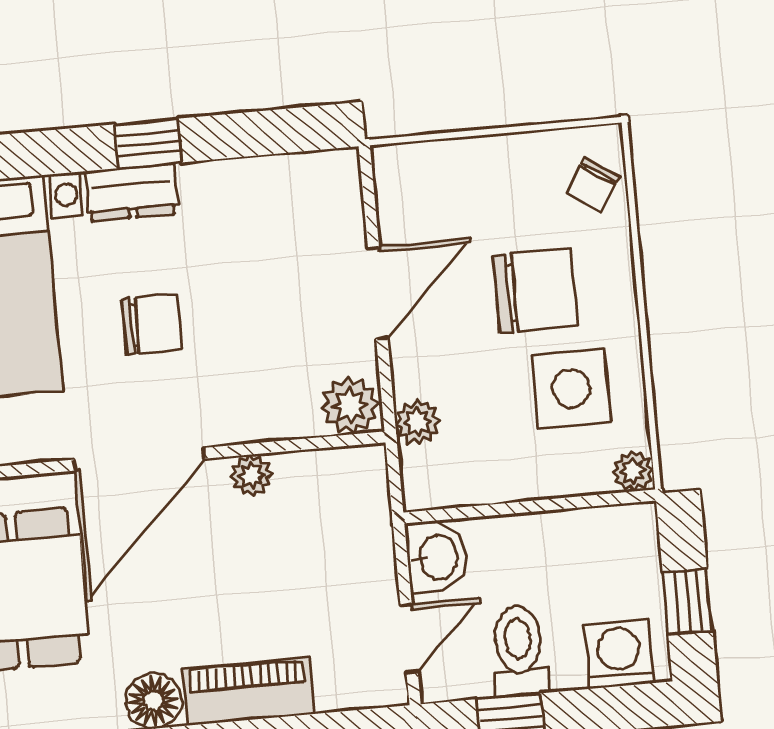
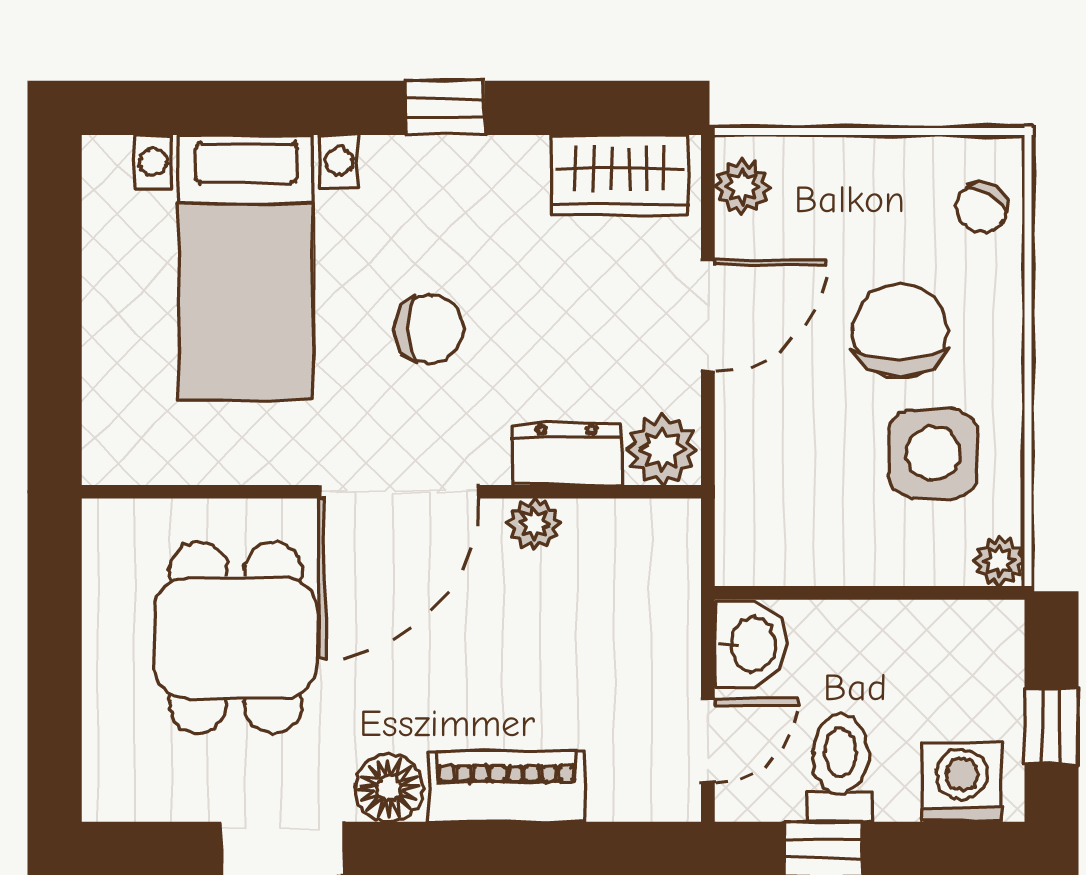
wardrobe: (296, 185) -> (620, 175), added
dresser: (131, 192) -> (567, 454), moved, turned 180
chair: (535, 291) -> (900, 330), turned -90
plant: (418, 422) -> (742, 187), moved

